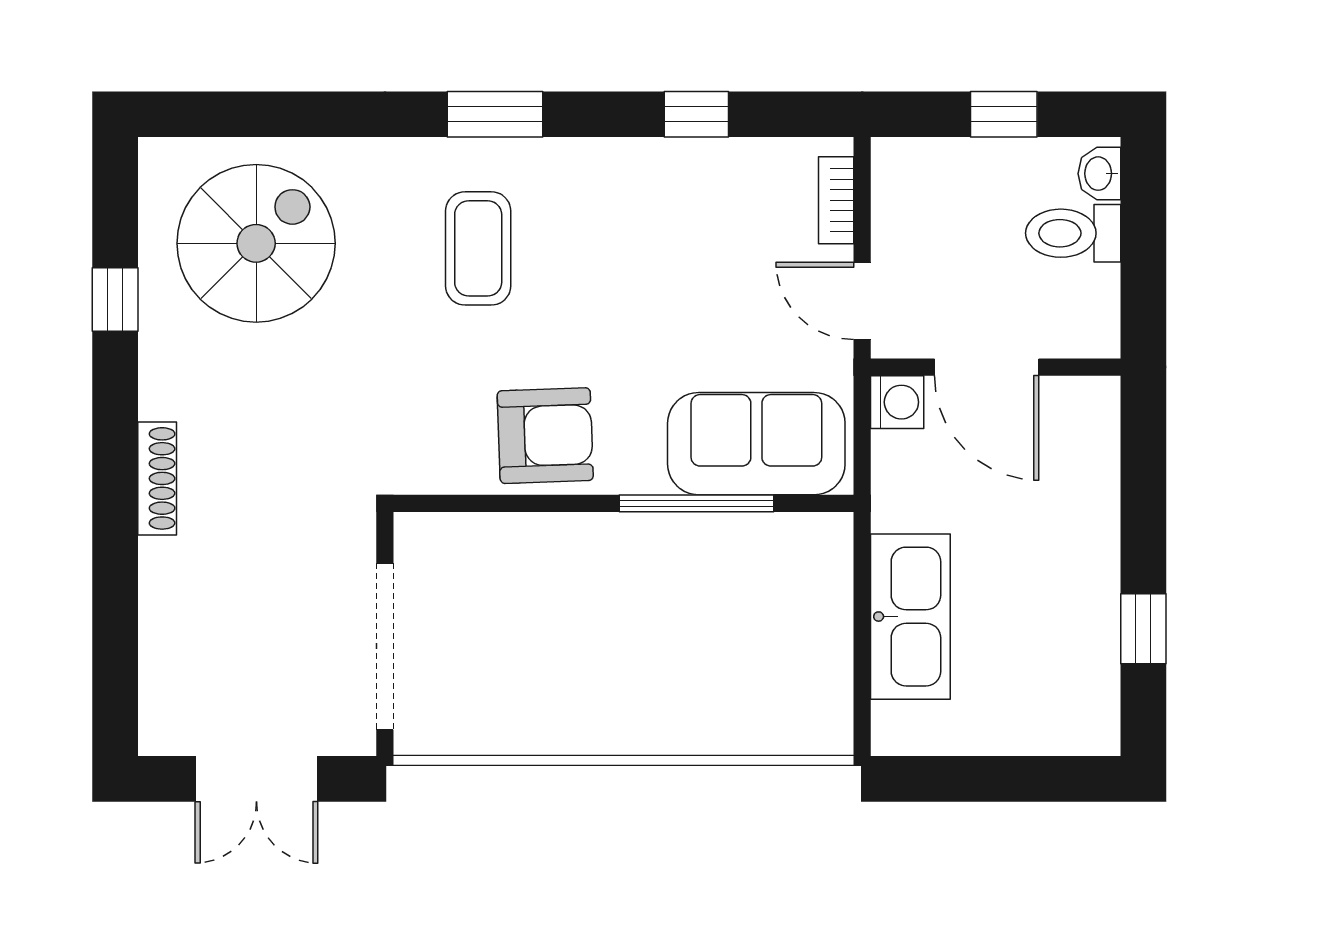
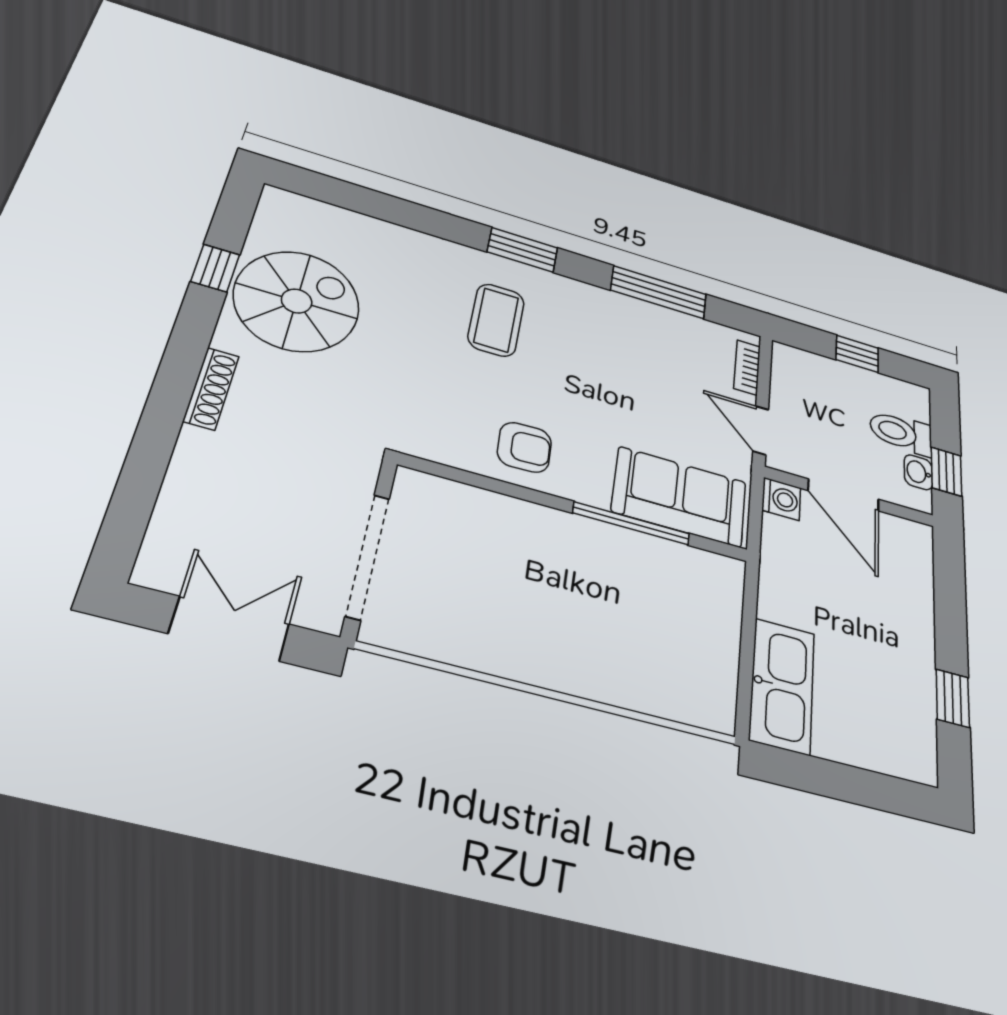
window: (696, 114) -> (659, 292), width x2.17
washbasin: (1099, 174) -> (918, 472), moved
spiral stairs: (256, 243) -> (297, 301), moved
window: (1143, 277) -> (947, 472), added
armchair: (545, 436) -> (524, 447), width x0.72, depth x0.72
kitchen sink: (910, 617) -> (782, 686), moved
double door: (256, 779) -> (229, 629), swing flipped

